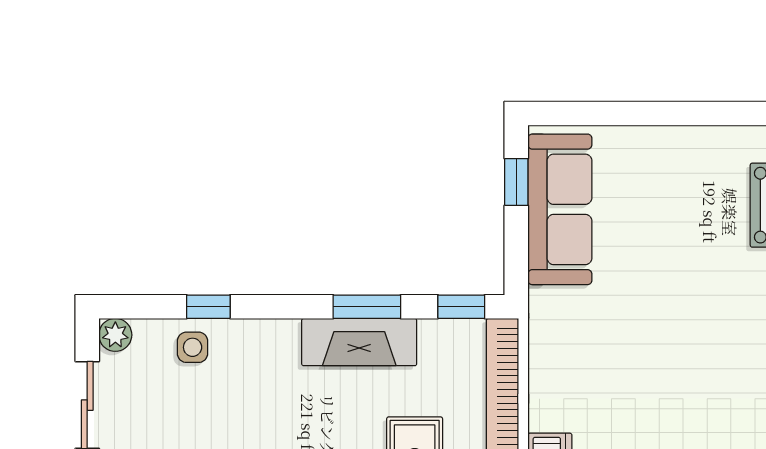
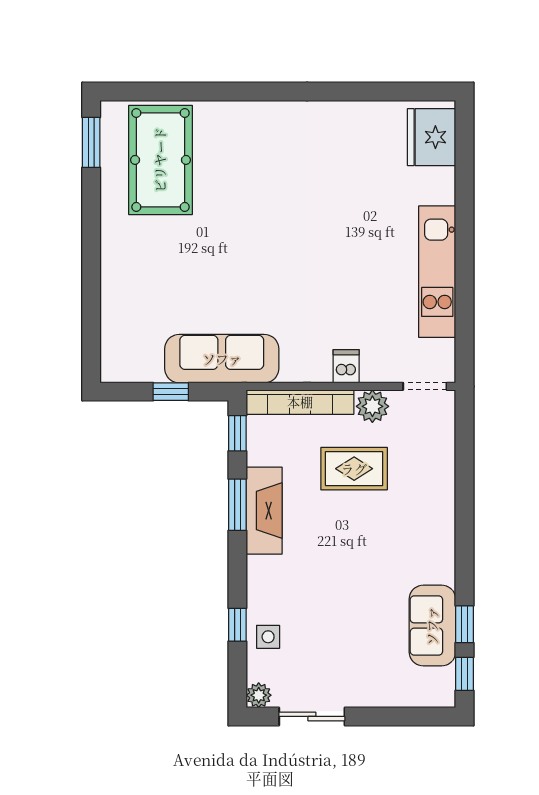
window: (516, 182) -> (171, 392), moved
sofa: (560, 209) -> (222, 359), moved

